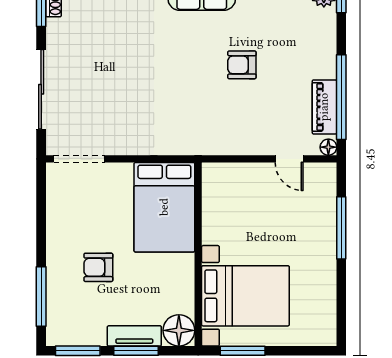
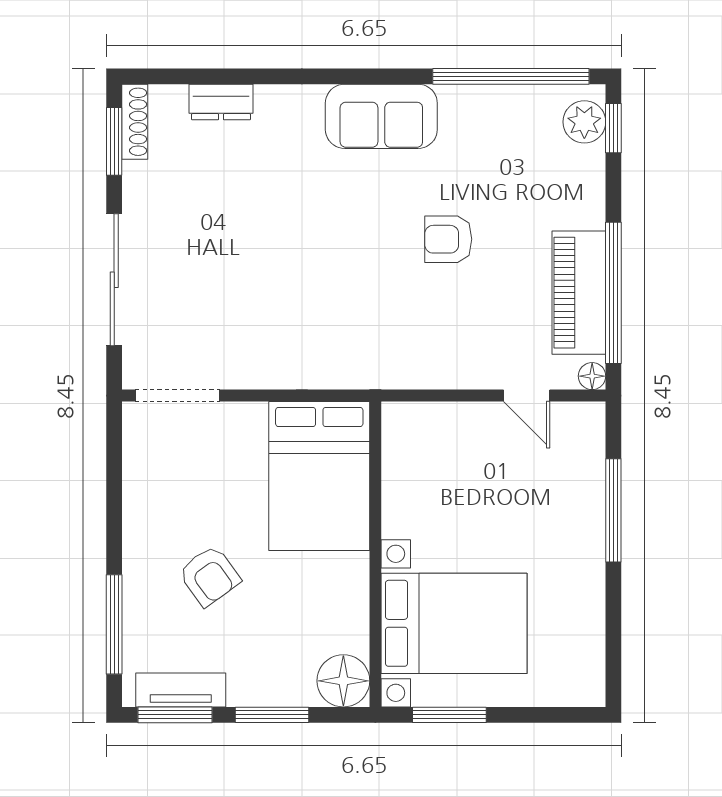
piano: (324, 107) -> (579, 293), width x1.37, depth x1.33
armchair: (98, 267) -> (209, 576), turned -126
tv unit: (134, 336) -> (181, 690), moved

